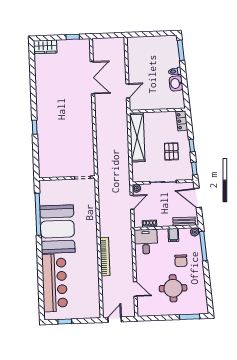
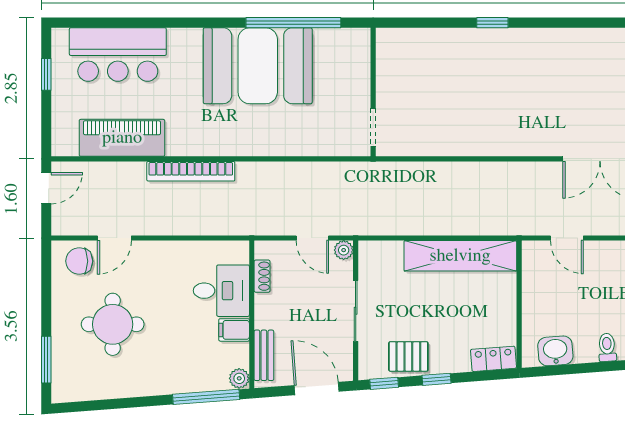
washbasin: (176, 83) -> (555, 351), moved
pallet: (171, 151) -> (408, 356), moved
door: (198, 198) -> (317, 388), hinge flipped
desk: (146, 242) -> (221, 291), moved
chair: (181, 261) -> (79, 261), moved
bar counter: (55, 283) -> (118, 55), width x0.73
piano: (91, 287) -> (122, 138), added
door: (115, 320) -> (46, 188), hinge flipped

